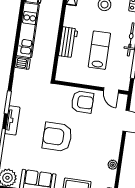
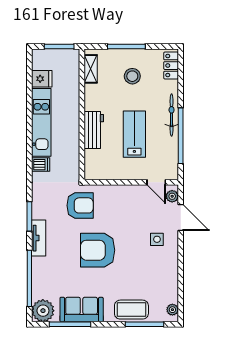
armchair: (82, 102) -> (80, 205), moved
side table: (105, 135) -> (157, 239), added
plant: (113, 165) -> (172, 196), moved

